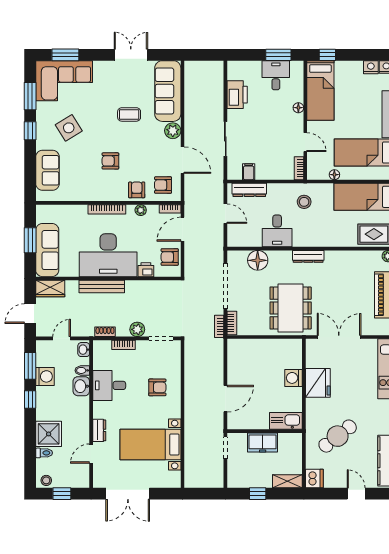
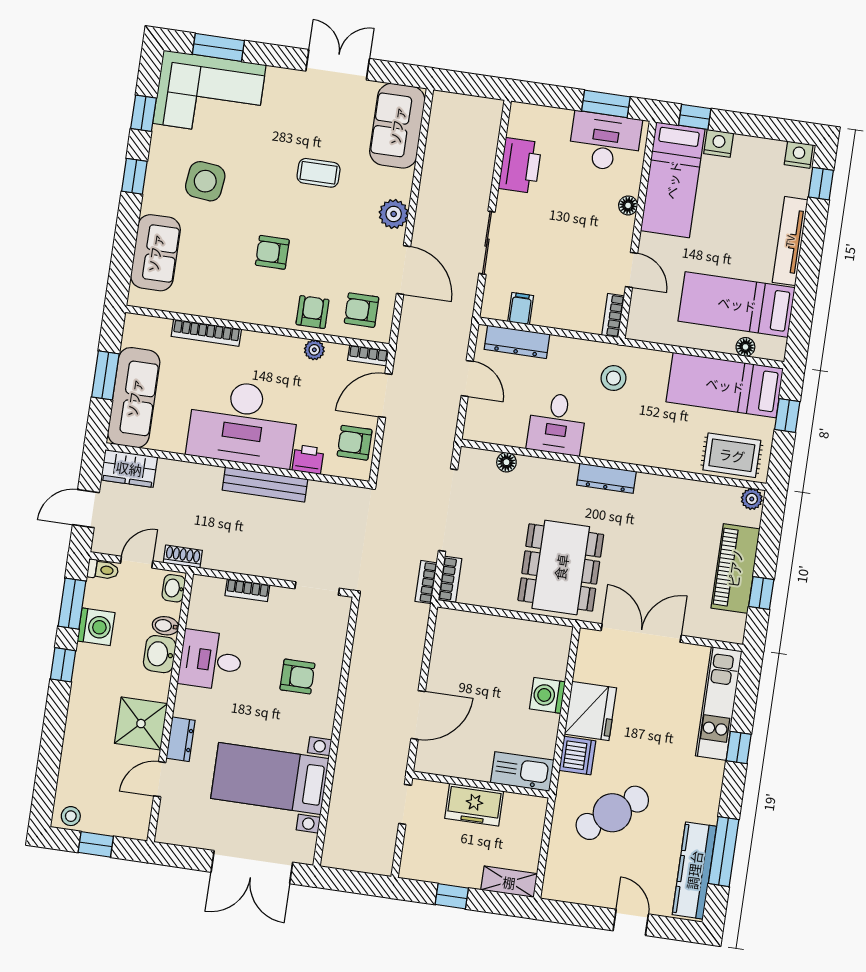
nightstand: (371, 67) -> (719, 143), moved
desk: (276, 75) -> (605, 142), width x1.37
sofa: (168, 91) -> (397, 126), width x0.73
window: (30, 96) -> (144, 113), width x0.67
side table: (69, 128) -> (205, 181), turned 38
floor lamp: (334, 175) -> (745, 347), moved
bookcase: (107, 209) -> (206, 333), moved
floor lamp: (258, 260) -> (506, 462), width x0.53, depth x0.53
bench: (102, 287) -> (265, 485), moved
plant: (137, 329) -> (276, 566), removed
shoe rack: (105, 332) -> (183, 557), moved
shower: (49, 434) -> (141, 724), moved
toilet: (44, 453) -> (103, 570), moved
dishwasher: (314, 479) -> (577, 756), moved
double door: (128, 494) -> (252, 867), moved

